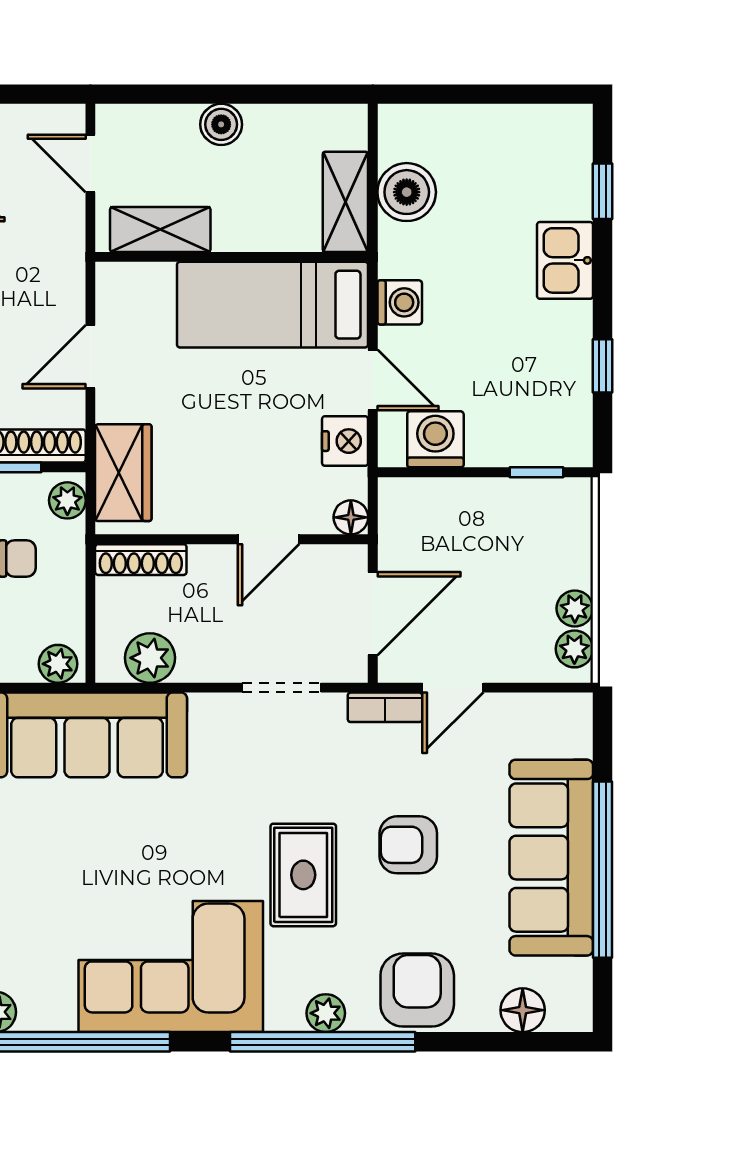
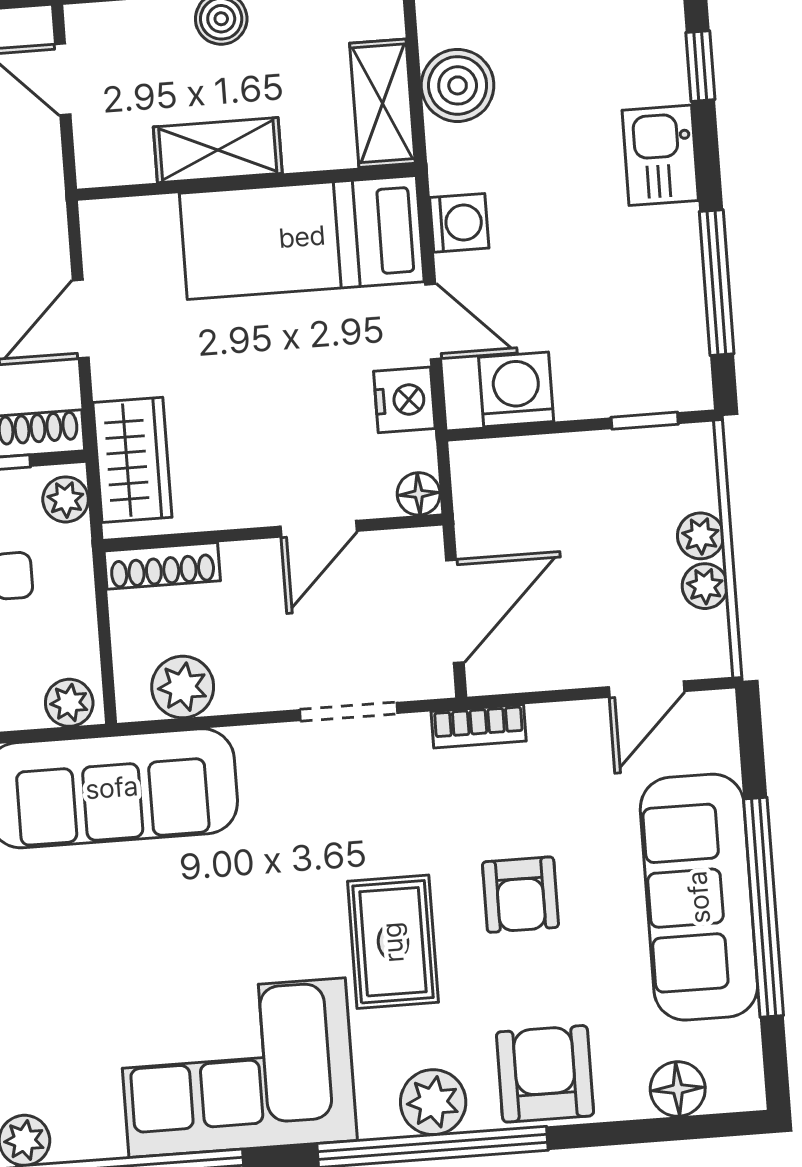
shelving: (160, 230) -> (218, 150), moved
window: (603, 366) -> (717, 283), width x2.17
plant: (574, 649) -> (701, 536), moved
door: (453, 688) -> (647, 689), moved
armchair: (408, 845) -> (520, 895), turned -90
plant: (326, 1013) -> (433, 1102), width x1.38, depth x1.38

